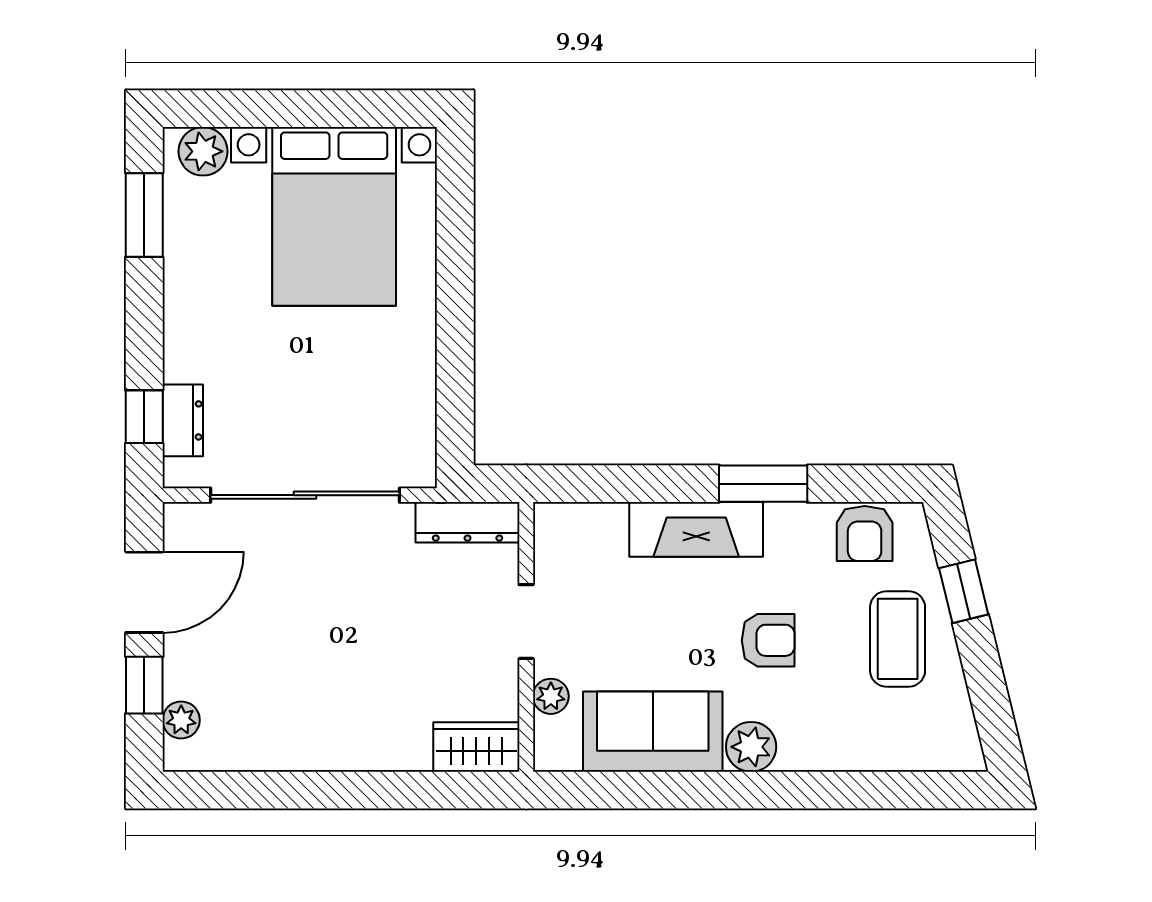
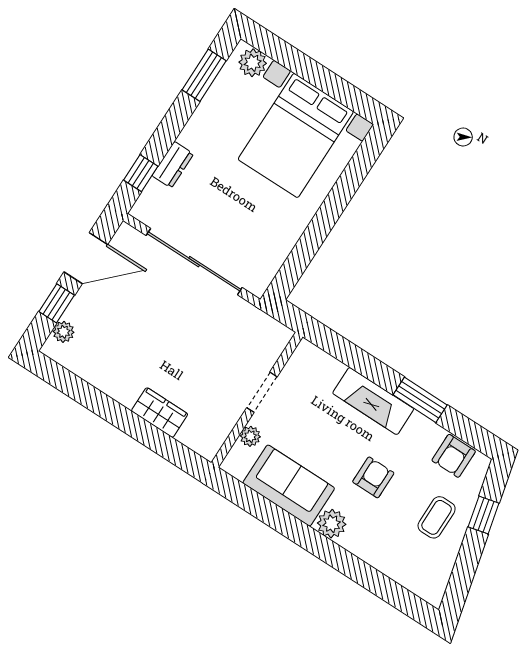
dresser: (183, 420) -> (173, 165), moved
dresser: (468, 522) -> (265, 326), removed
coffee table: (898, 639) -> (437, 517), width x0.73, depth x0.77
armchair: (768, 640) -> (373, 477), turned -90
wardrobe: (476, 747) -> (160, 413), moved

